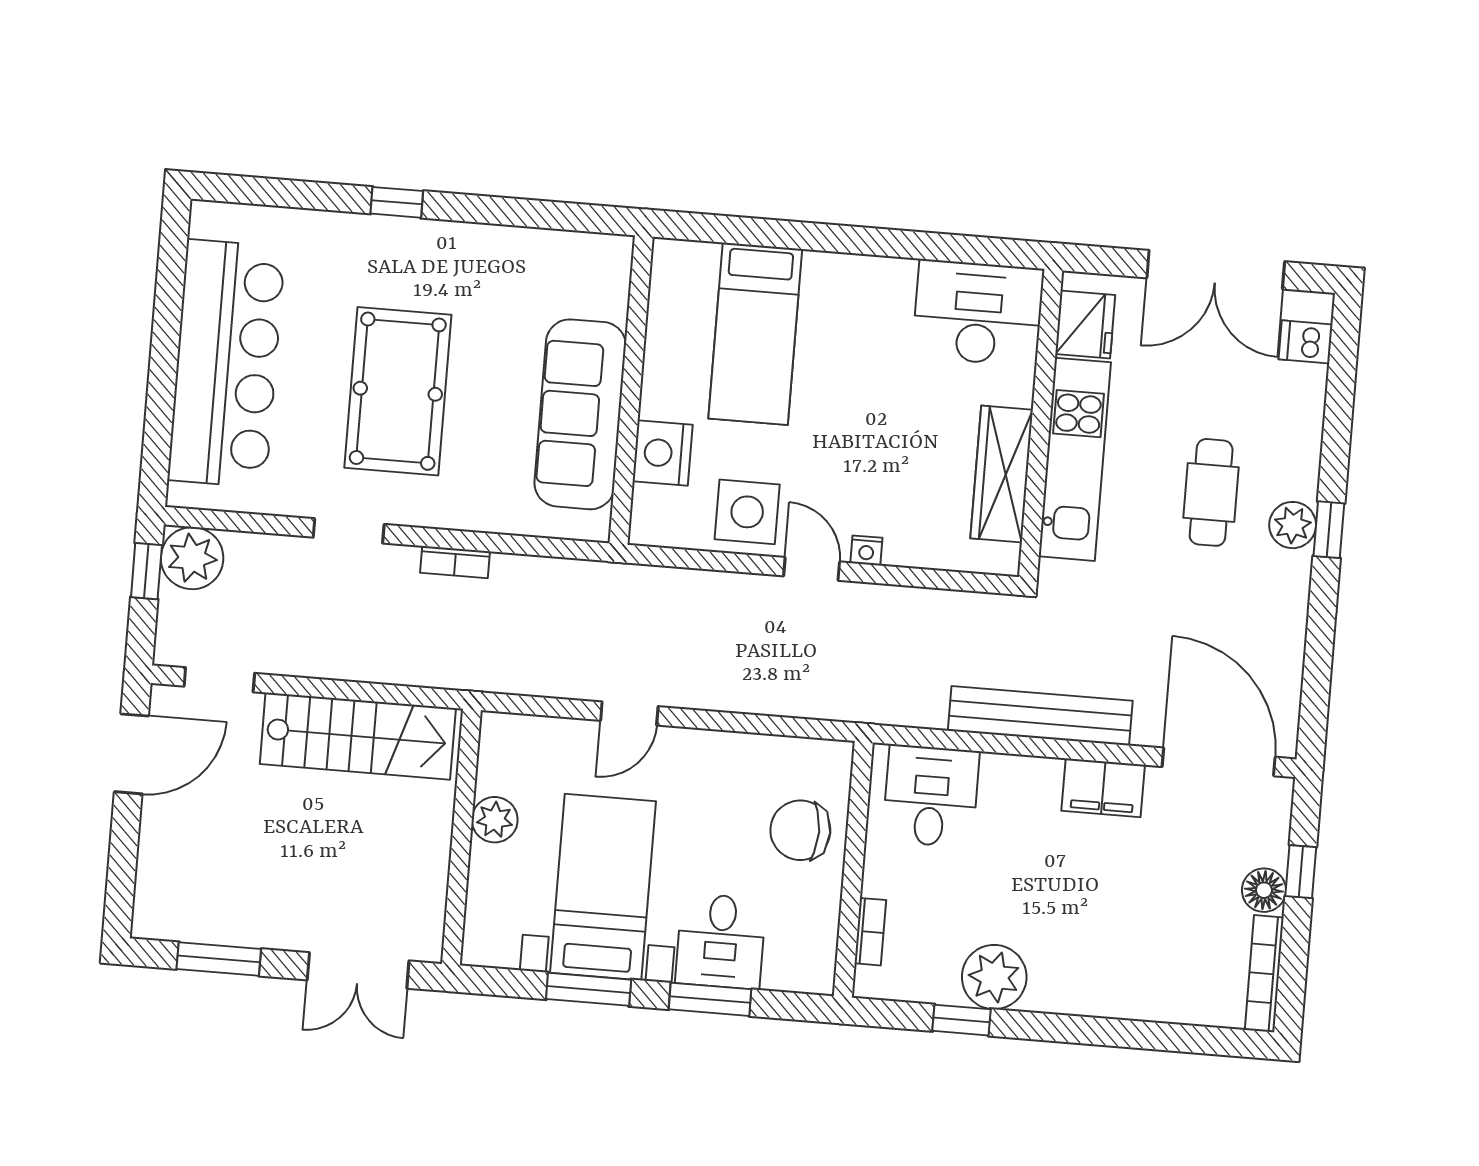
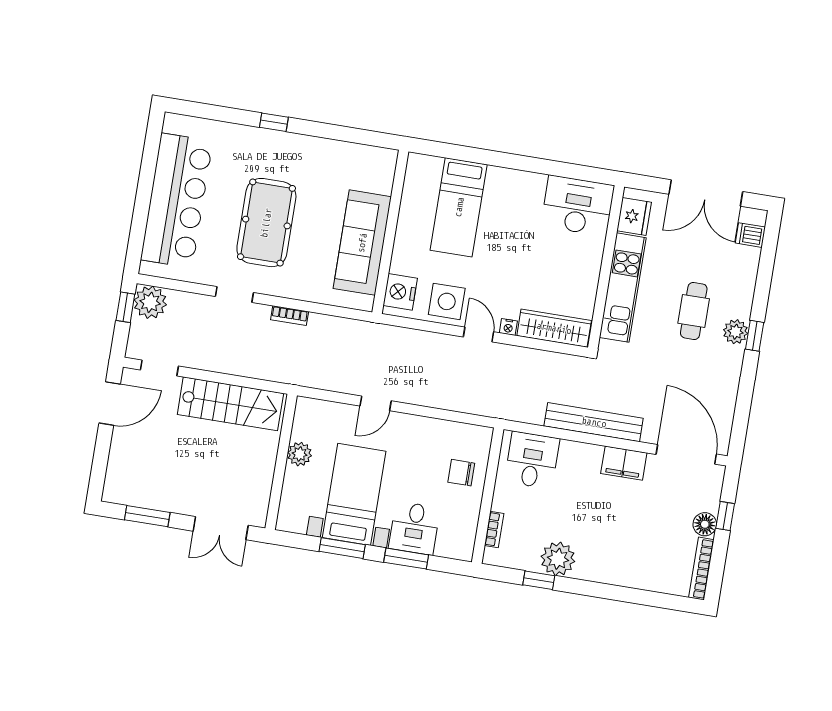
nightstand: (663, 453) -> (400, 292), moved
wardrobe: (1002, 474) -> (554, 328), moved, turned 90
chair: (800, 830) -> (461, 473), width x0.73, depth x0.73

